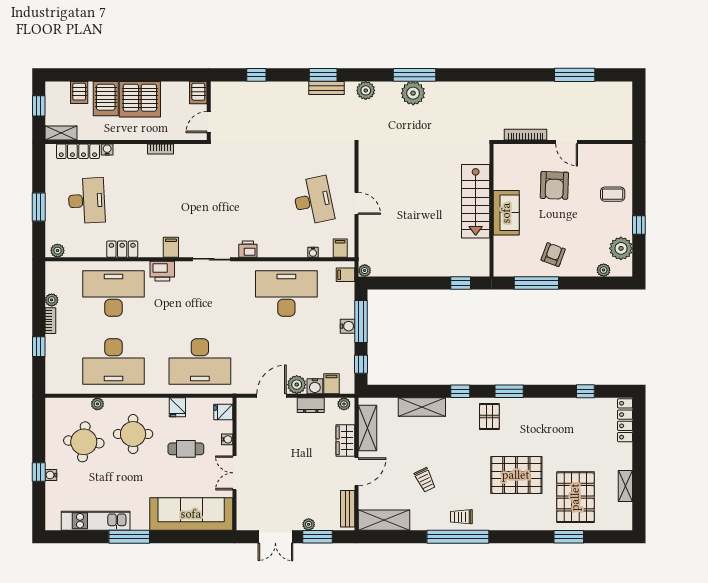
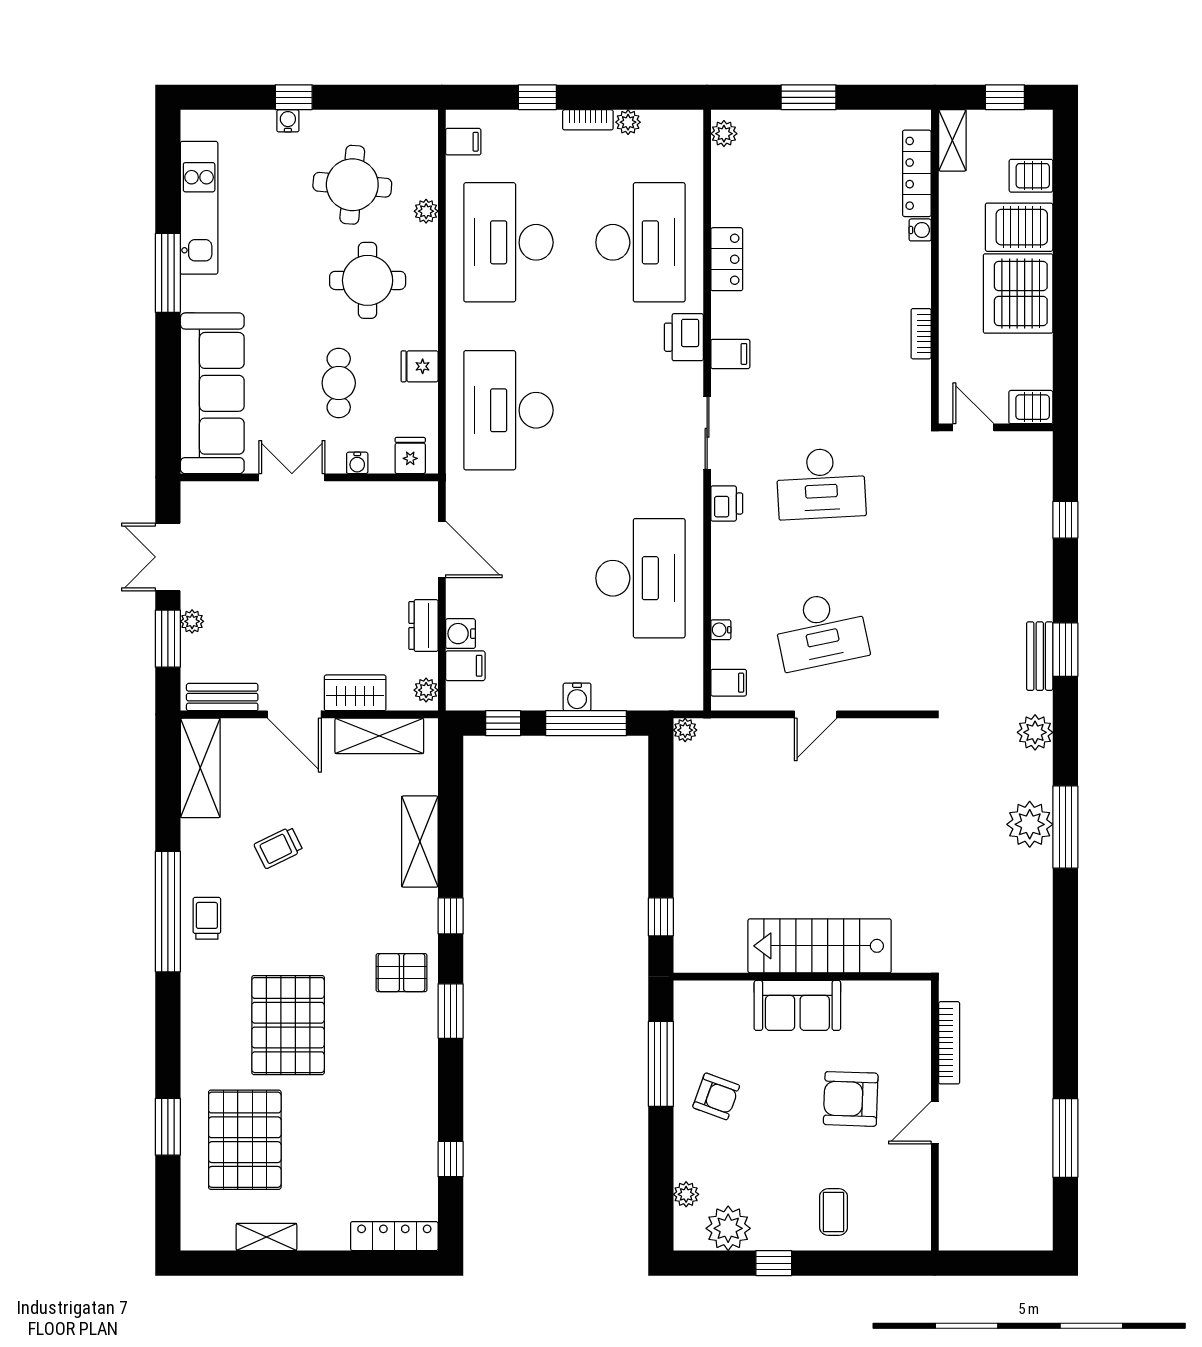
desk: (87, 201) -> (821, 484), moved
filing cabinet: (345, 275) -> (463, 142), moved, turned 90
plant: (297, 385) -> (464, 598), removed
pallet: (575, 497) -> (245, 1140), turned 90

